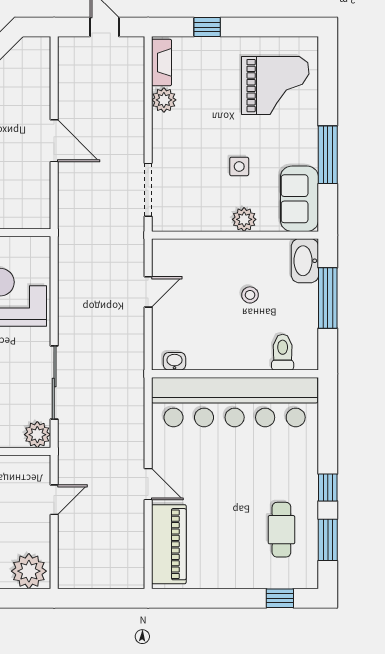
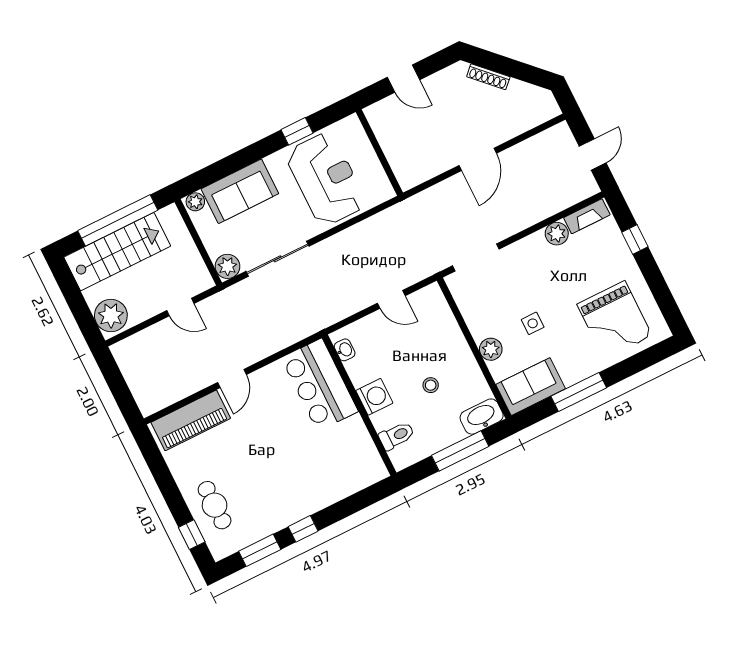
washing machine: (234, 355) -> (374, 397), added
bar counter: (235, 402) -> (320, 385), width x0.54
cafe table: (281, 530) -> (215, 505), moved, turned 90

